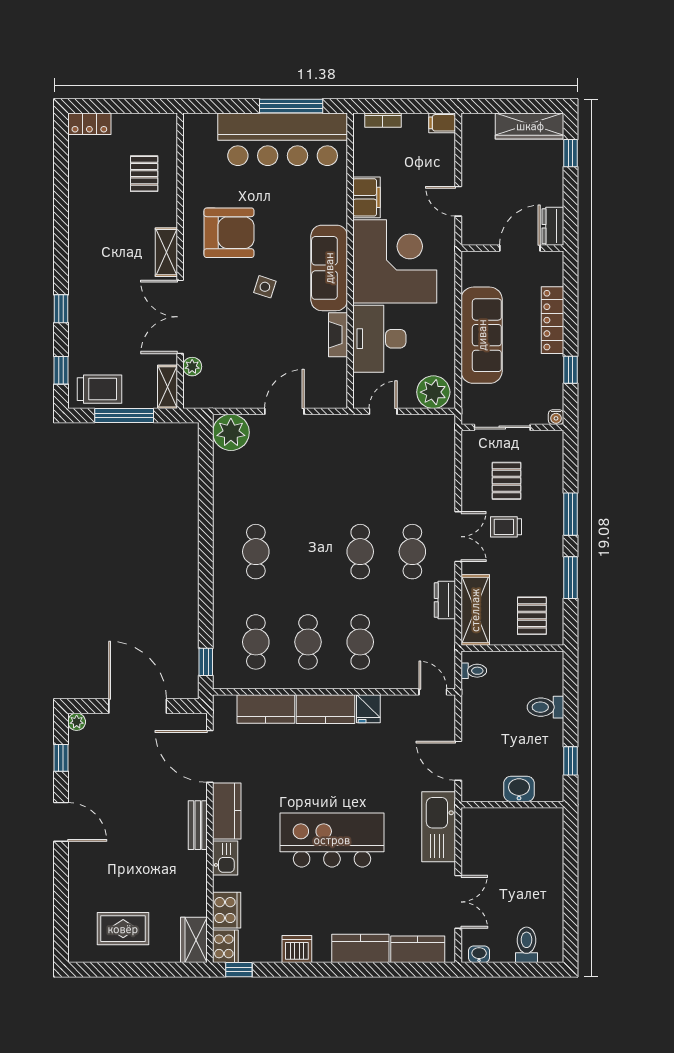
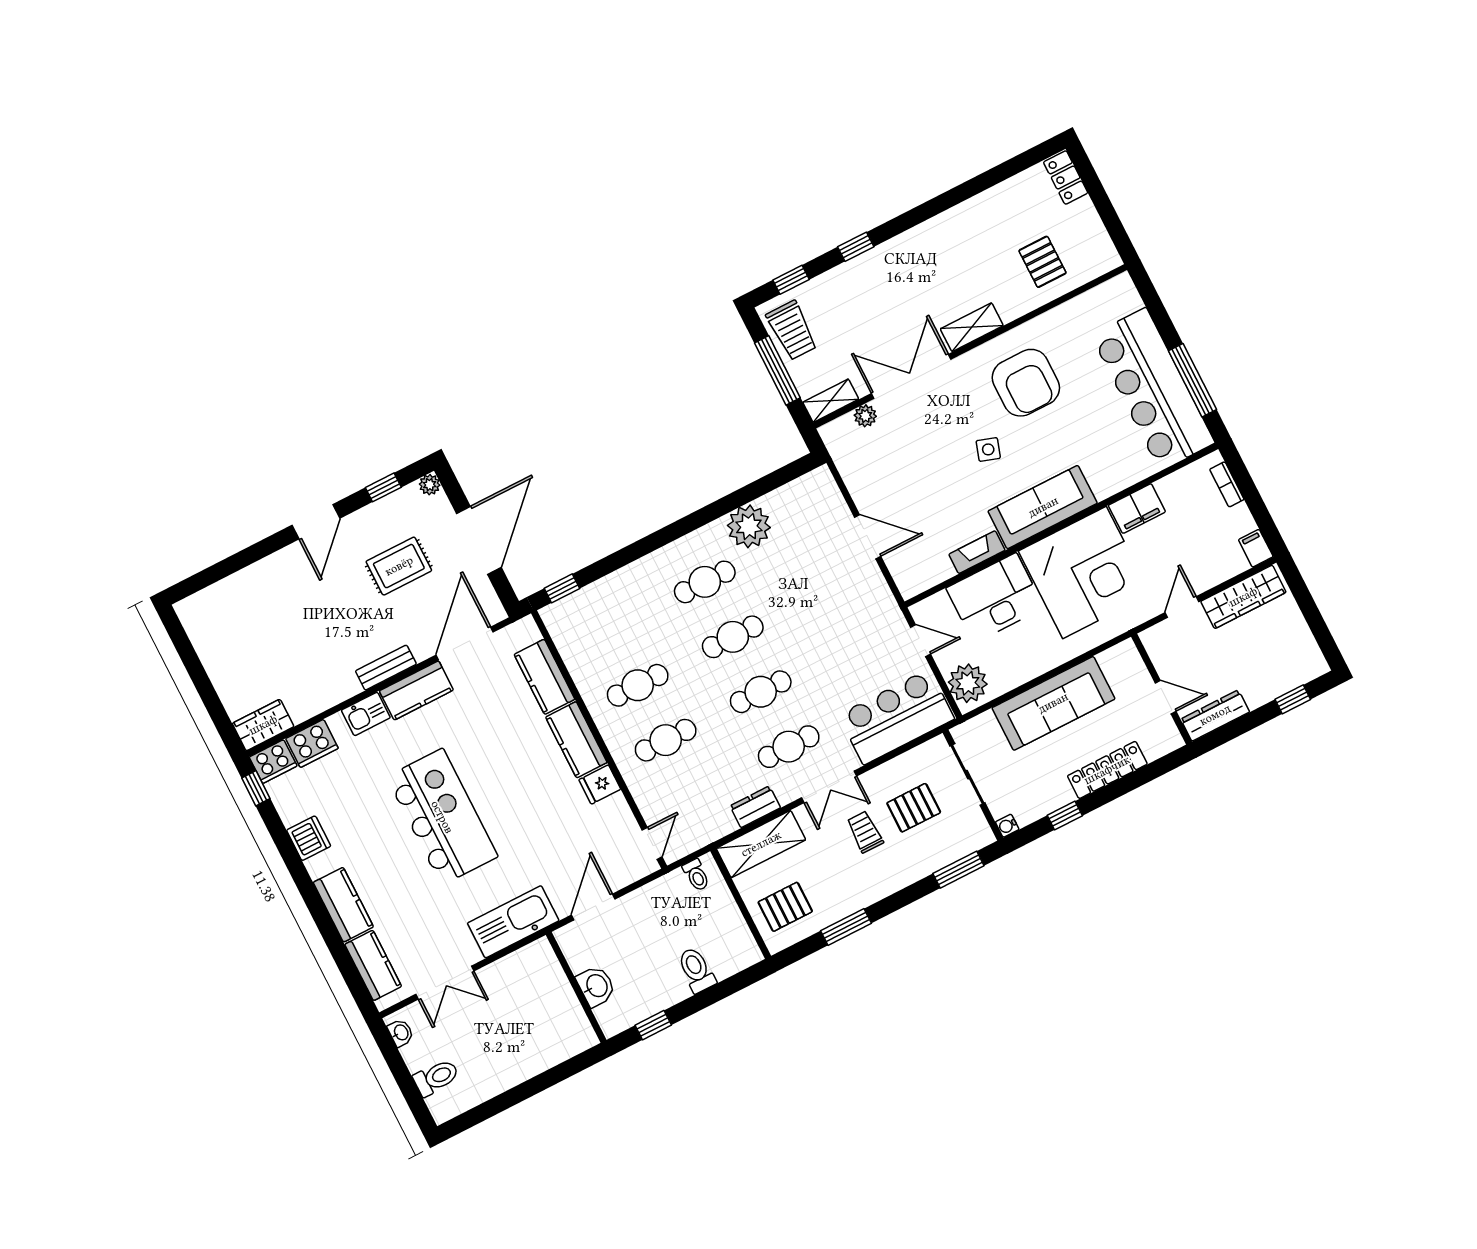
wardrobe: (530, 126) -> (1243, 597), moved, turned -90
pallet: (144, 174) -> (1042, 262), turned 90
dresser: (553, 226) -> (1215, 715), width x1.44
door: (520, 248) -> (1166, 697), width x0.73
plant: (231, 432) -> (749, 526), moved
bar counter: (431, 459) -> (896, 717), added
window: (570, 514) -> (958, 870), moved
cafe table: (256, 642) -> (733, 637), moved
rug: (123, 929) -> (399, 566), moved, turned 90

